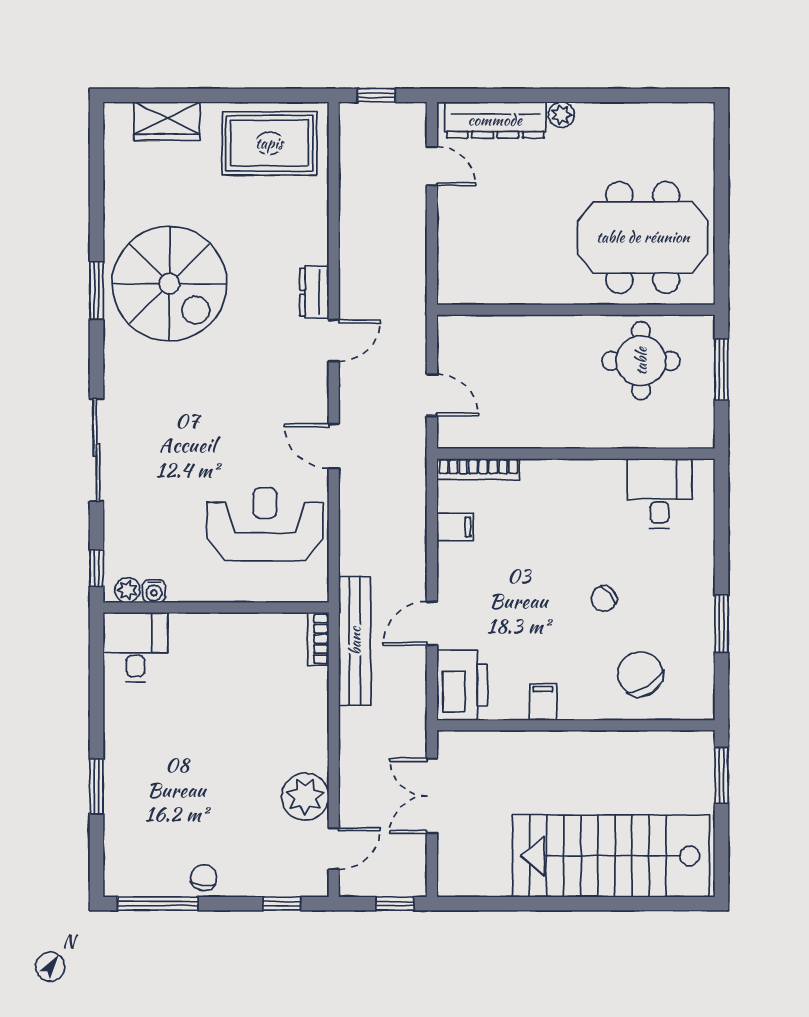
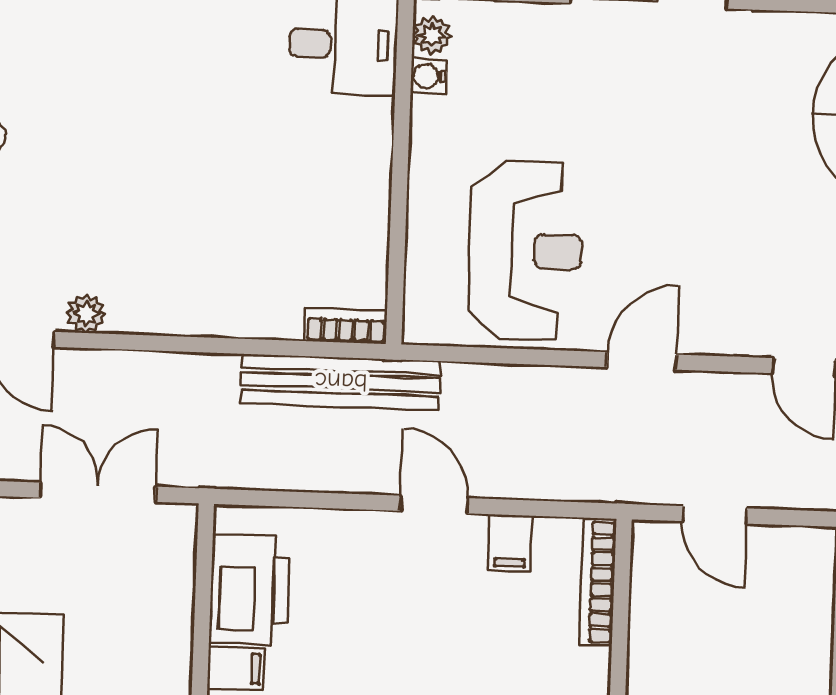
door: (432, 395) -> (715, 515), hinge flipped
door: (432, 623) -> (434, 505), moved
printer: (462, 685) -> (250, 589), moved, turned -90
plant: (305, 797) -> (86, 313), width x0.53, depth x0.53

